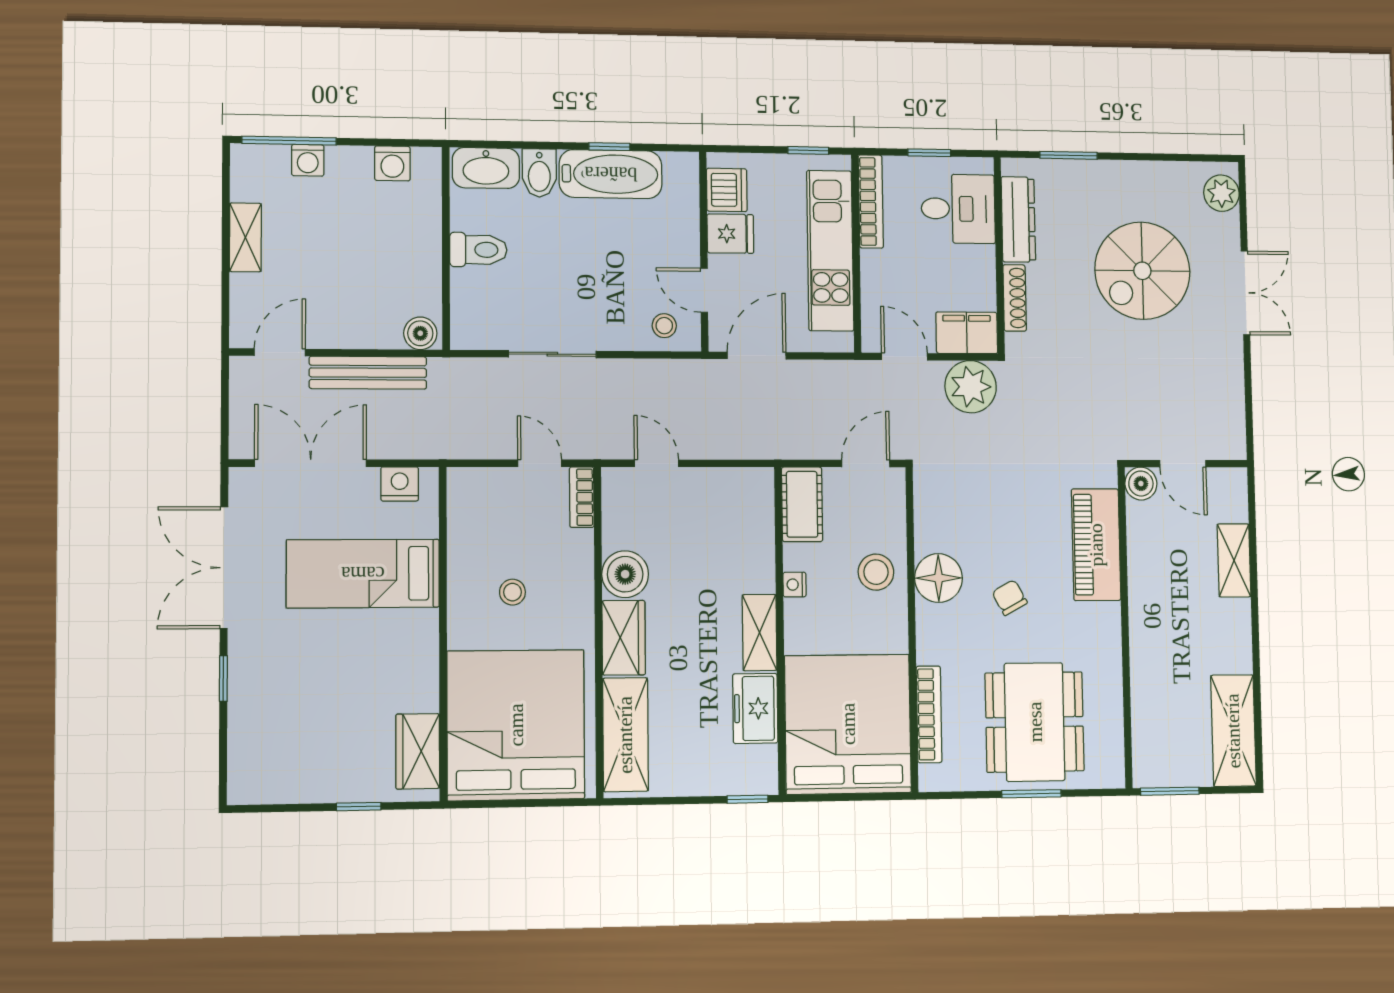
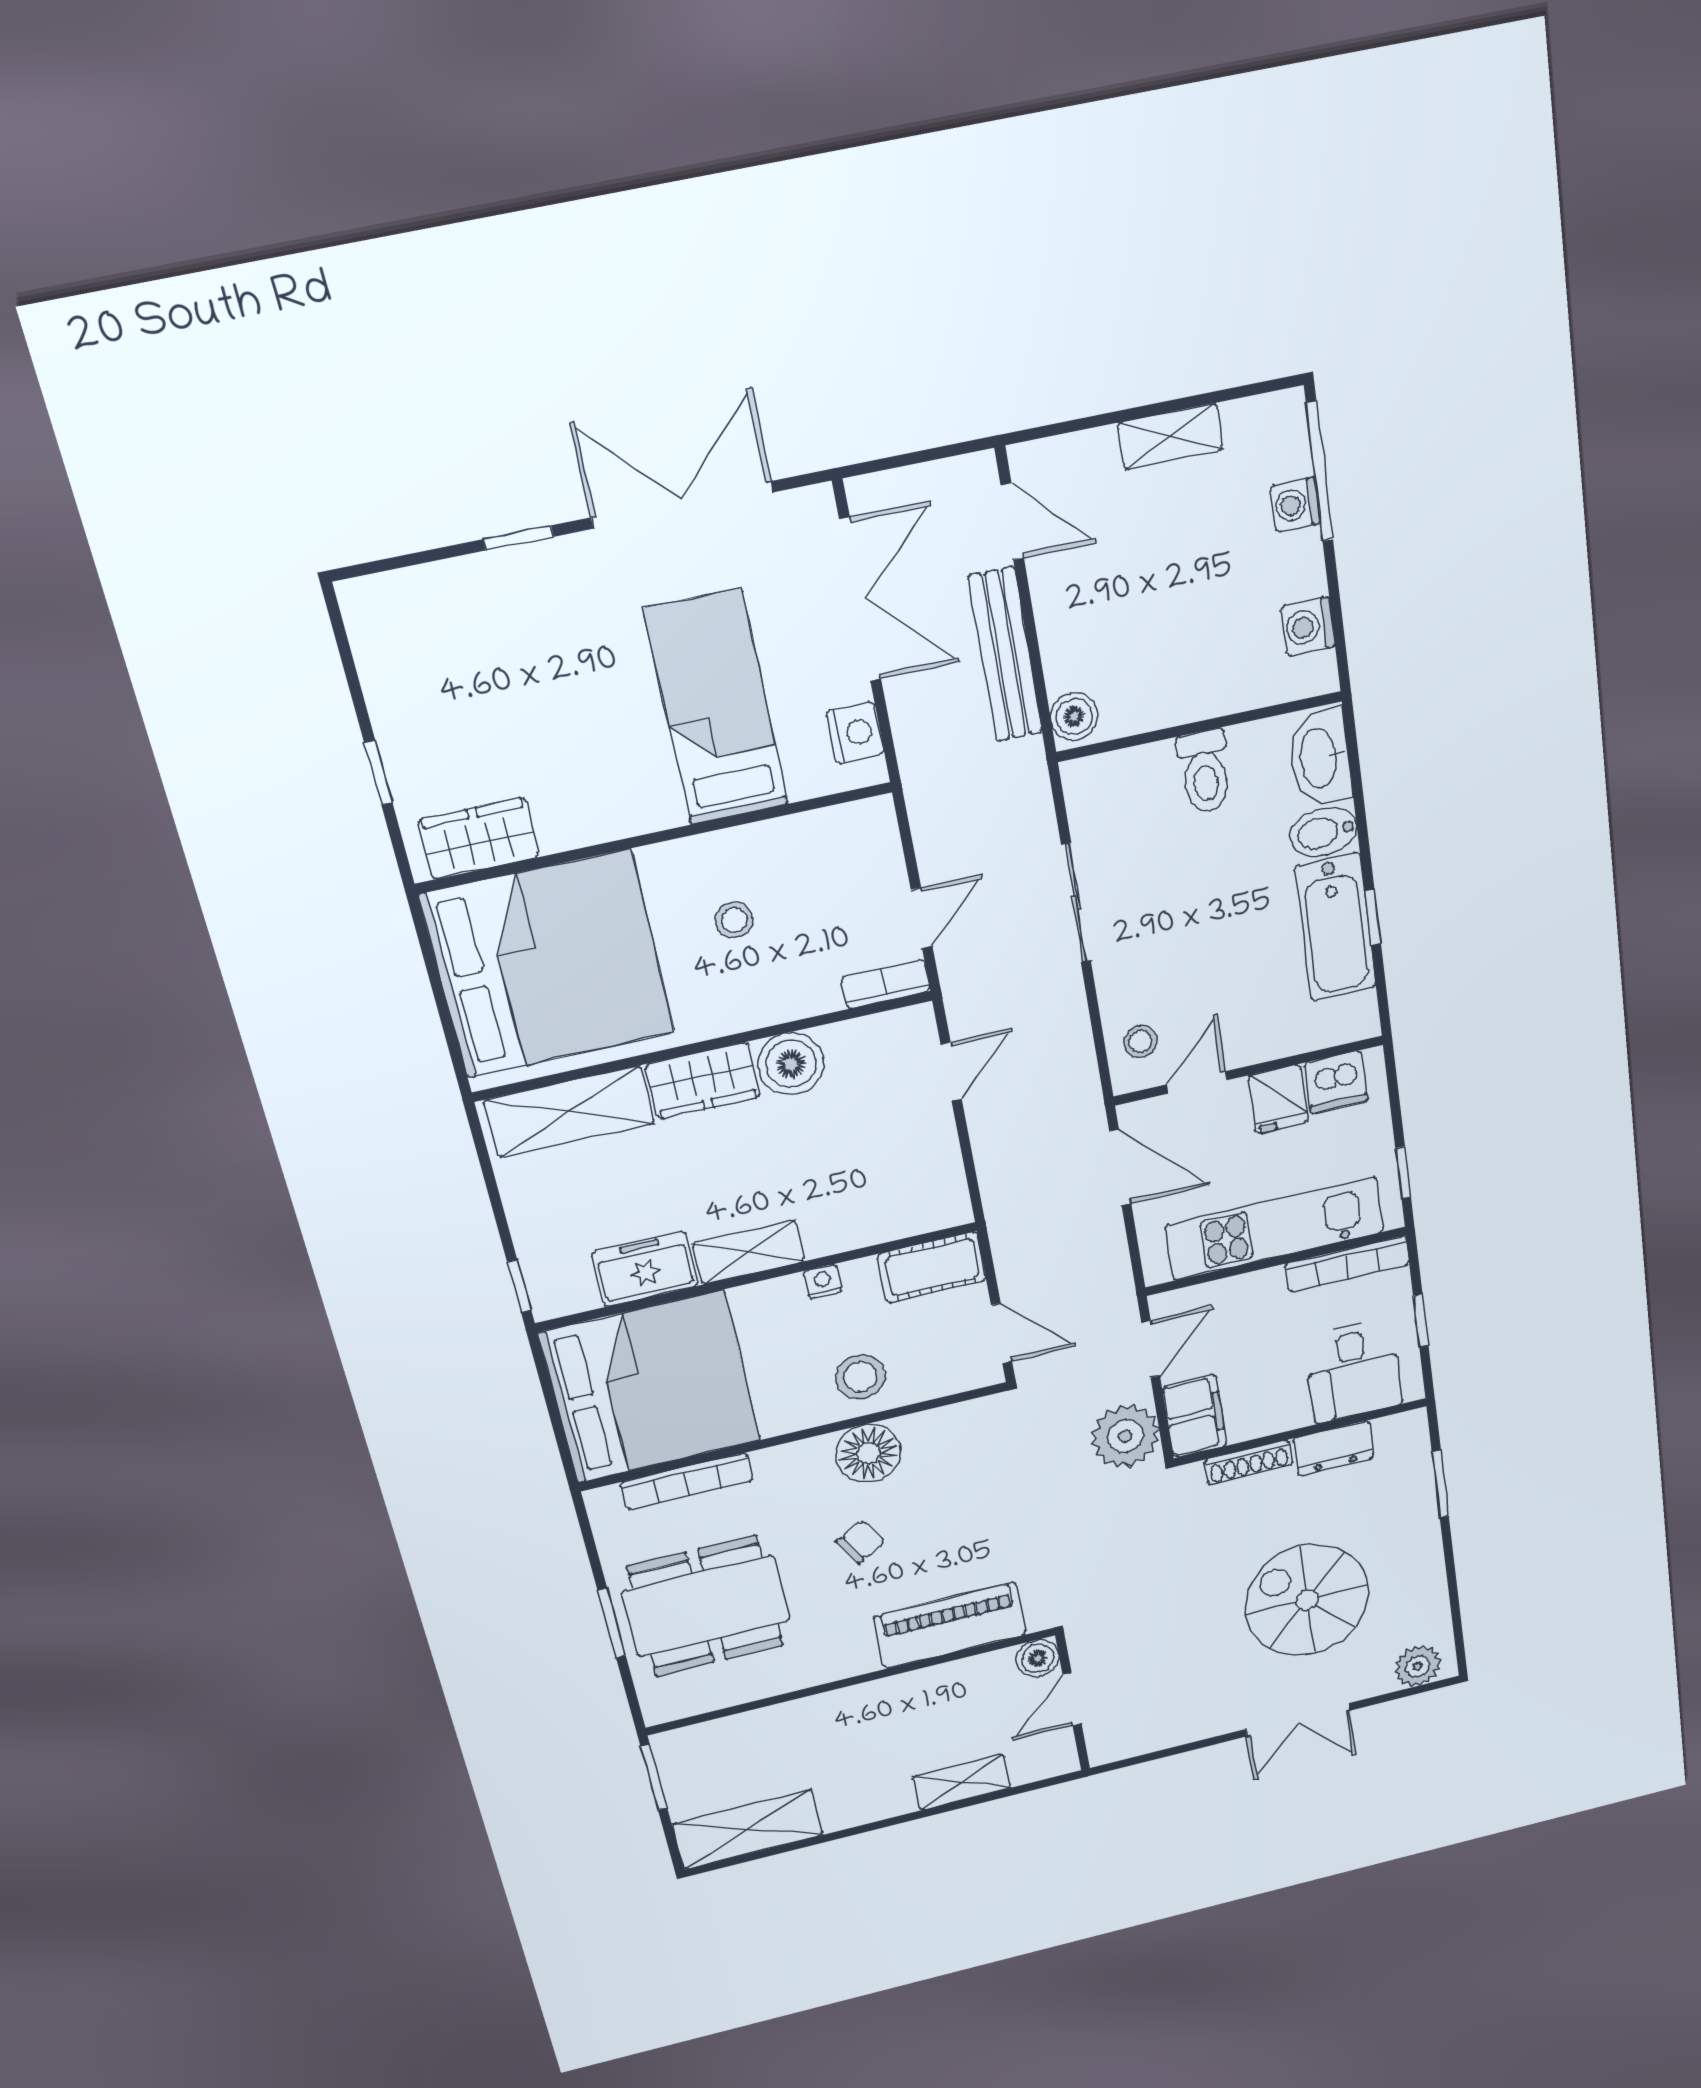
dresser: (1018, 219) -> (1334, 1448), width x0.70

